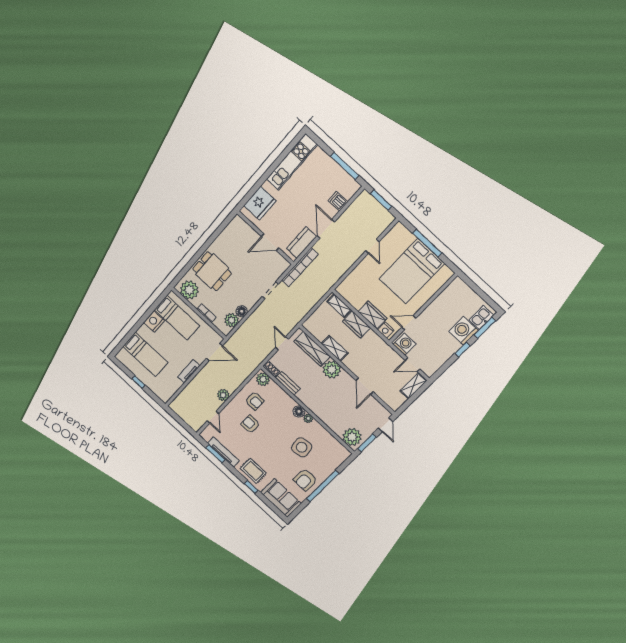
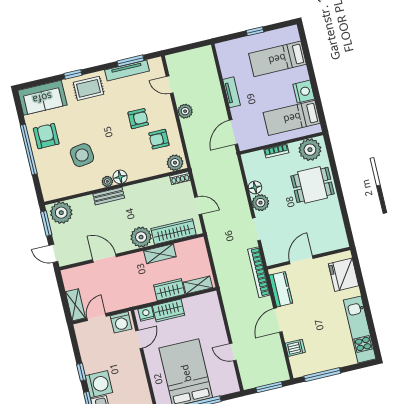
door: (326, 229) -> (278, 320), swing flipped
plant: (232, 320) -> (260, 203), moved
bench: (288, 383) -> (109, 196), moved

